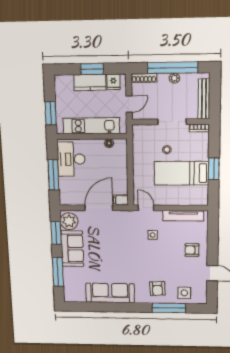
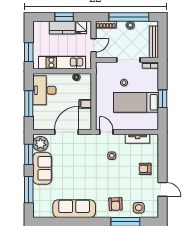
filing cabinet: (121, 200) -> (85, 104), moved
tv unit: (183, 216) -> (138, 139), width x0.71

